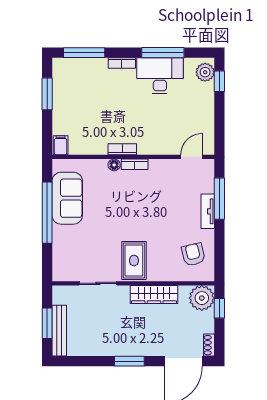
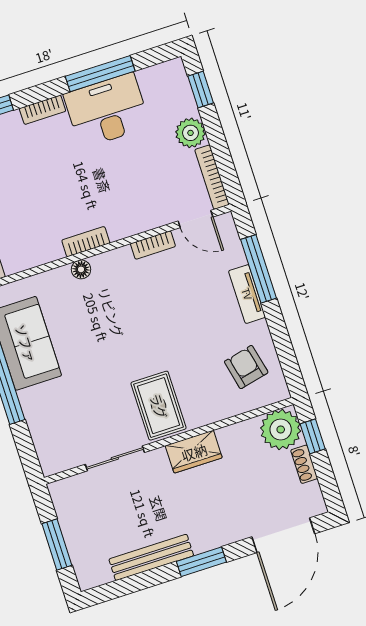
plant: (205, 72) -> (190, 133), moved
bookcase: (209, 135) -> (212, 177), added
door: (192, 157) -> (196, 219), swing flipped
bookcase: (135, 164) -> (153, 245), moved
wardrobe: (154, 295) -> (194, 452), width x0.67
bench: (59, 331) -> (151, 557), moved, turned 90
shoe rack: (209, 345) -> (304, 464), moved

